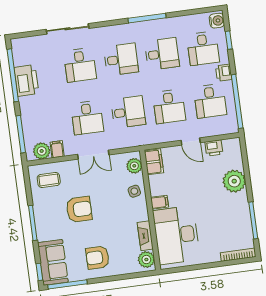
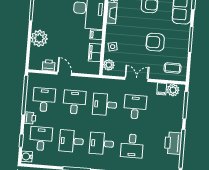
desk: (80, 65) -> (132, 146), turned 180
filing cabinet: (154, 162) -> (95, 53), moved

